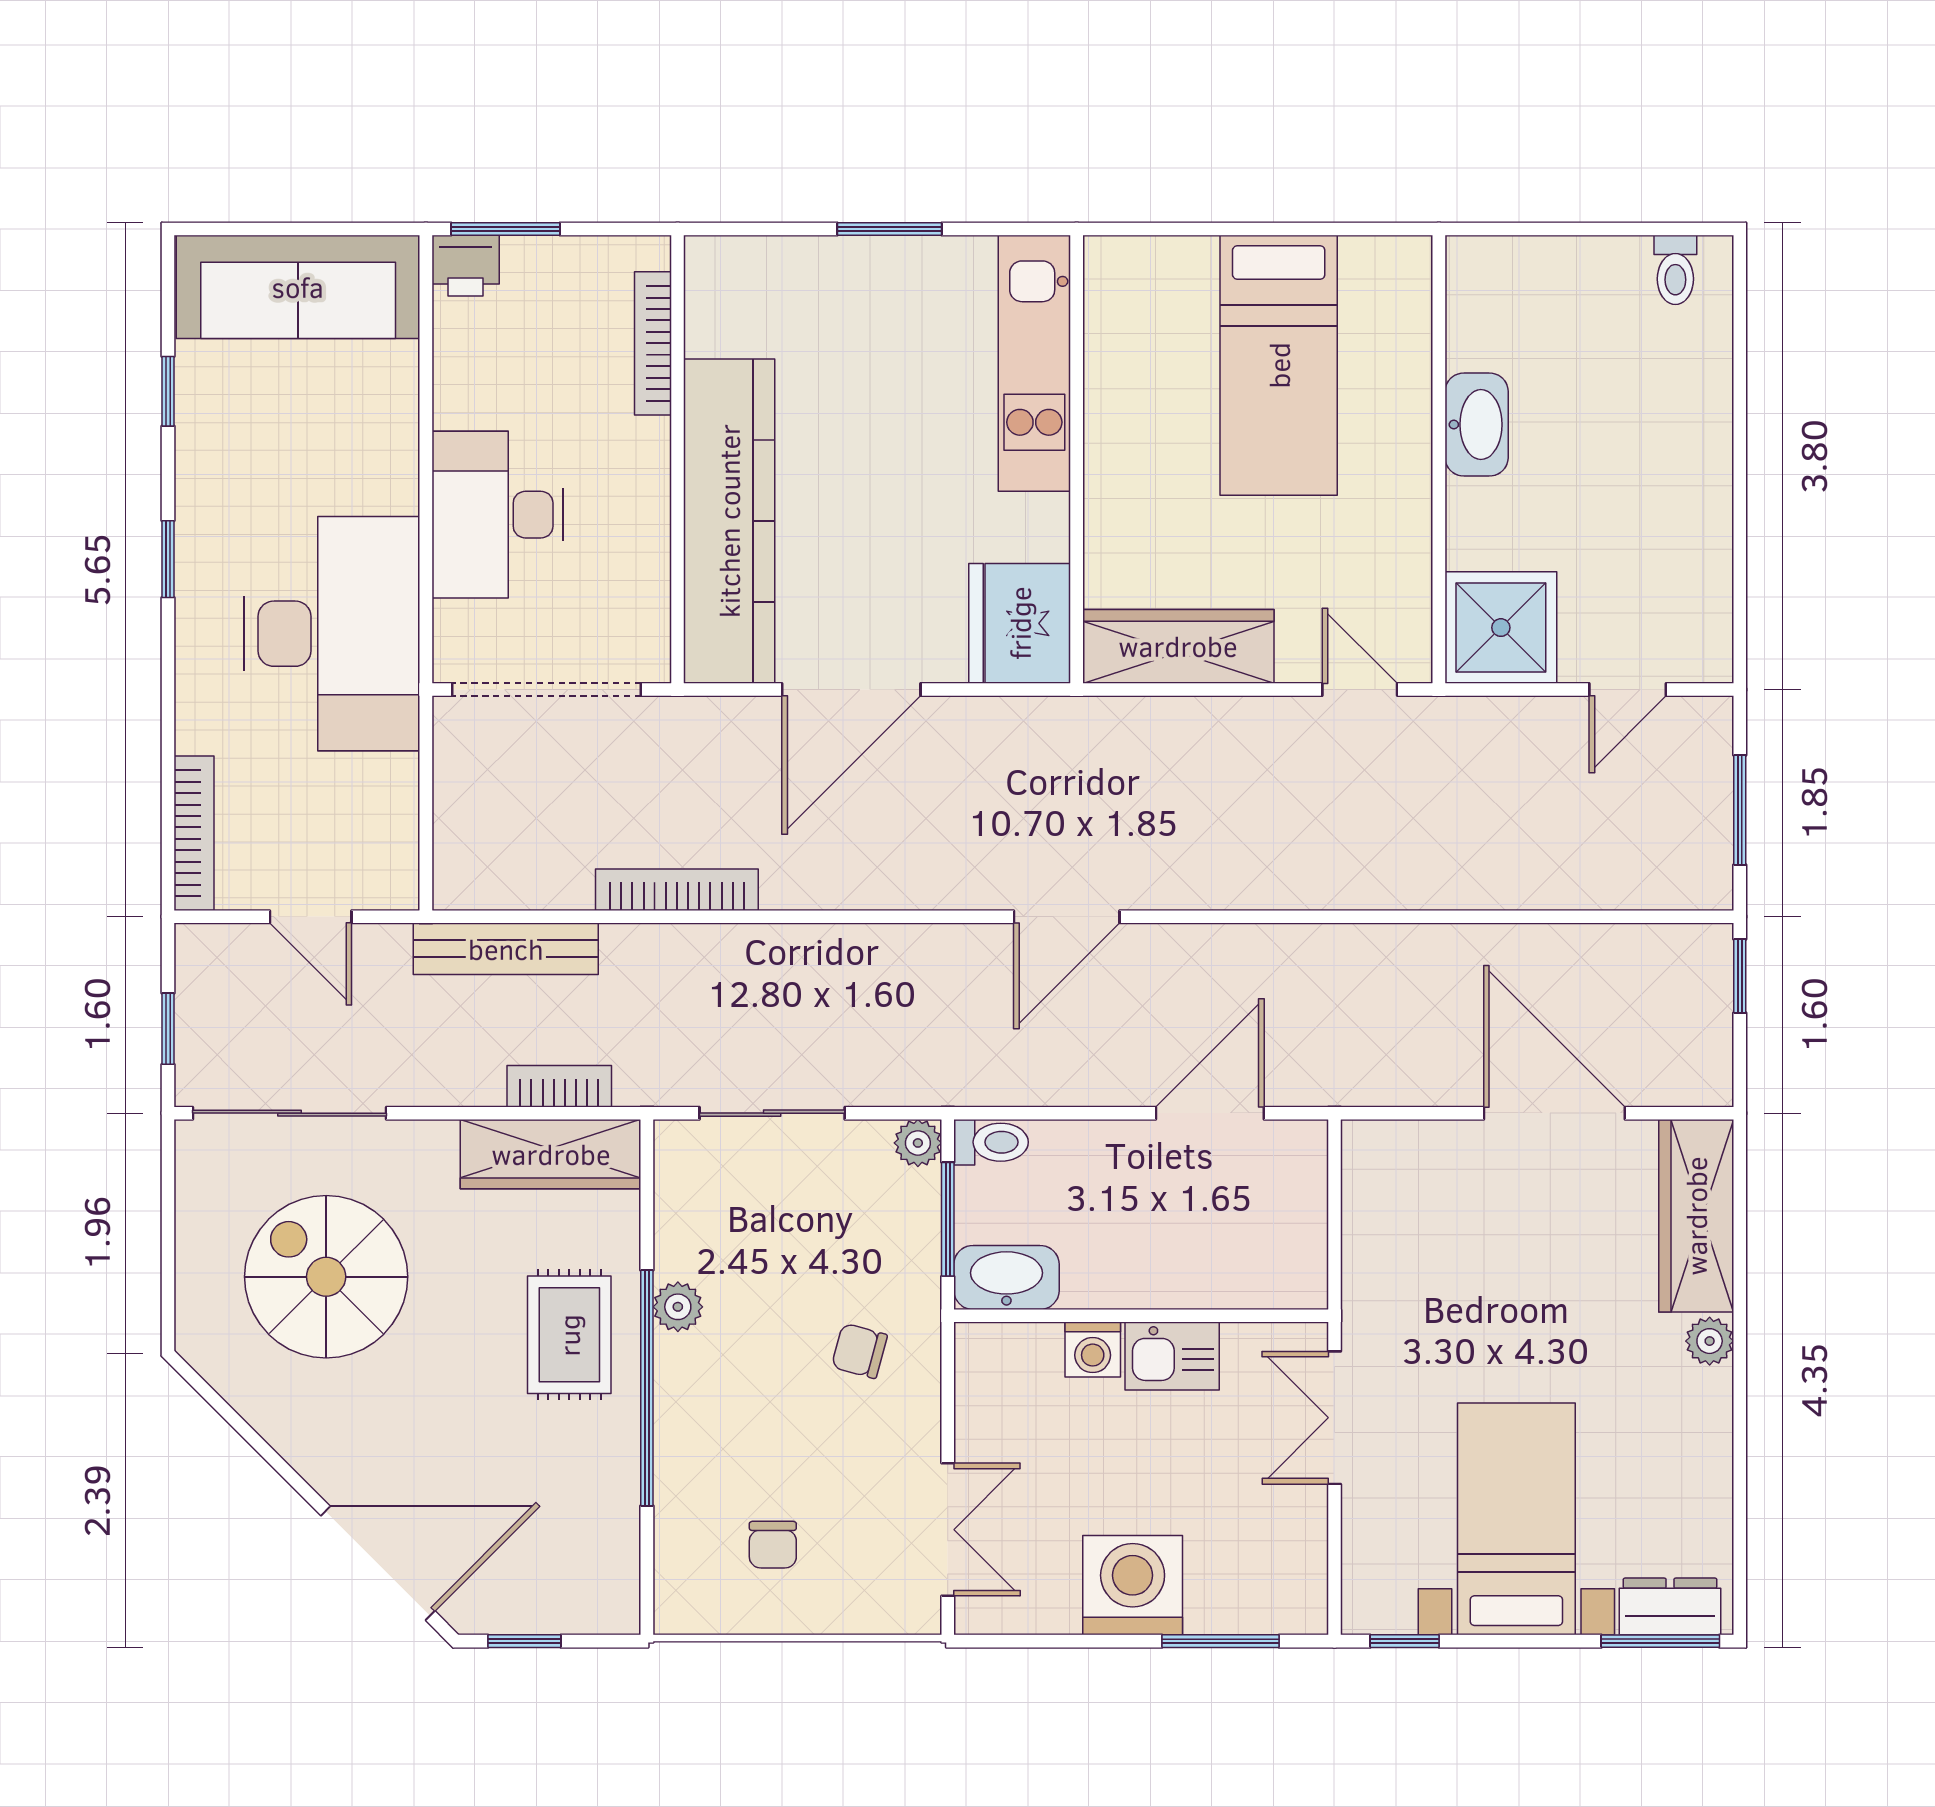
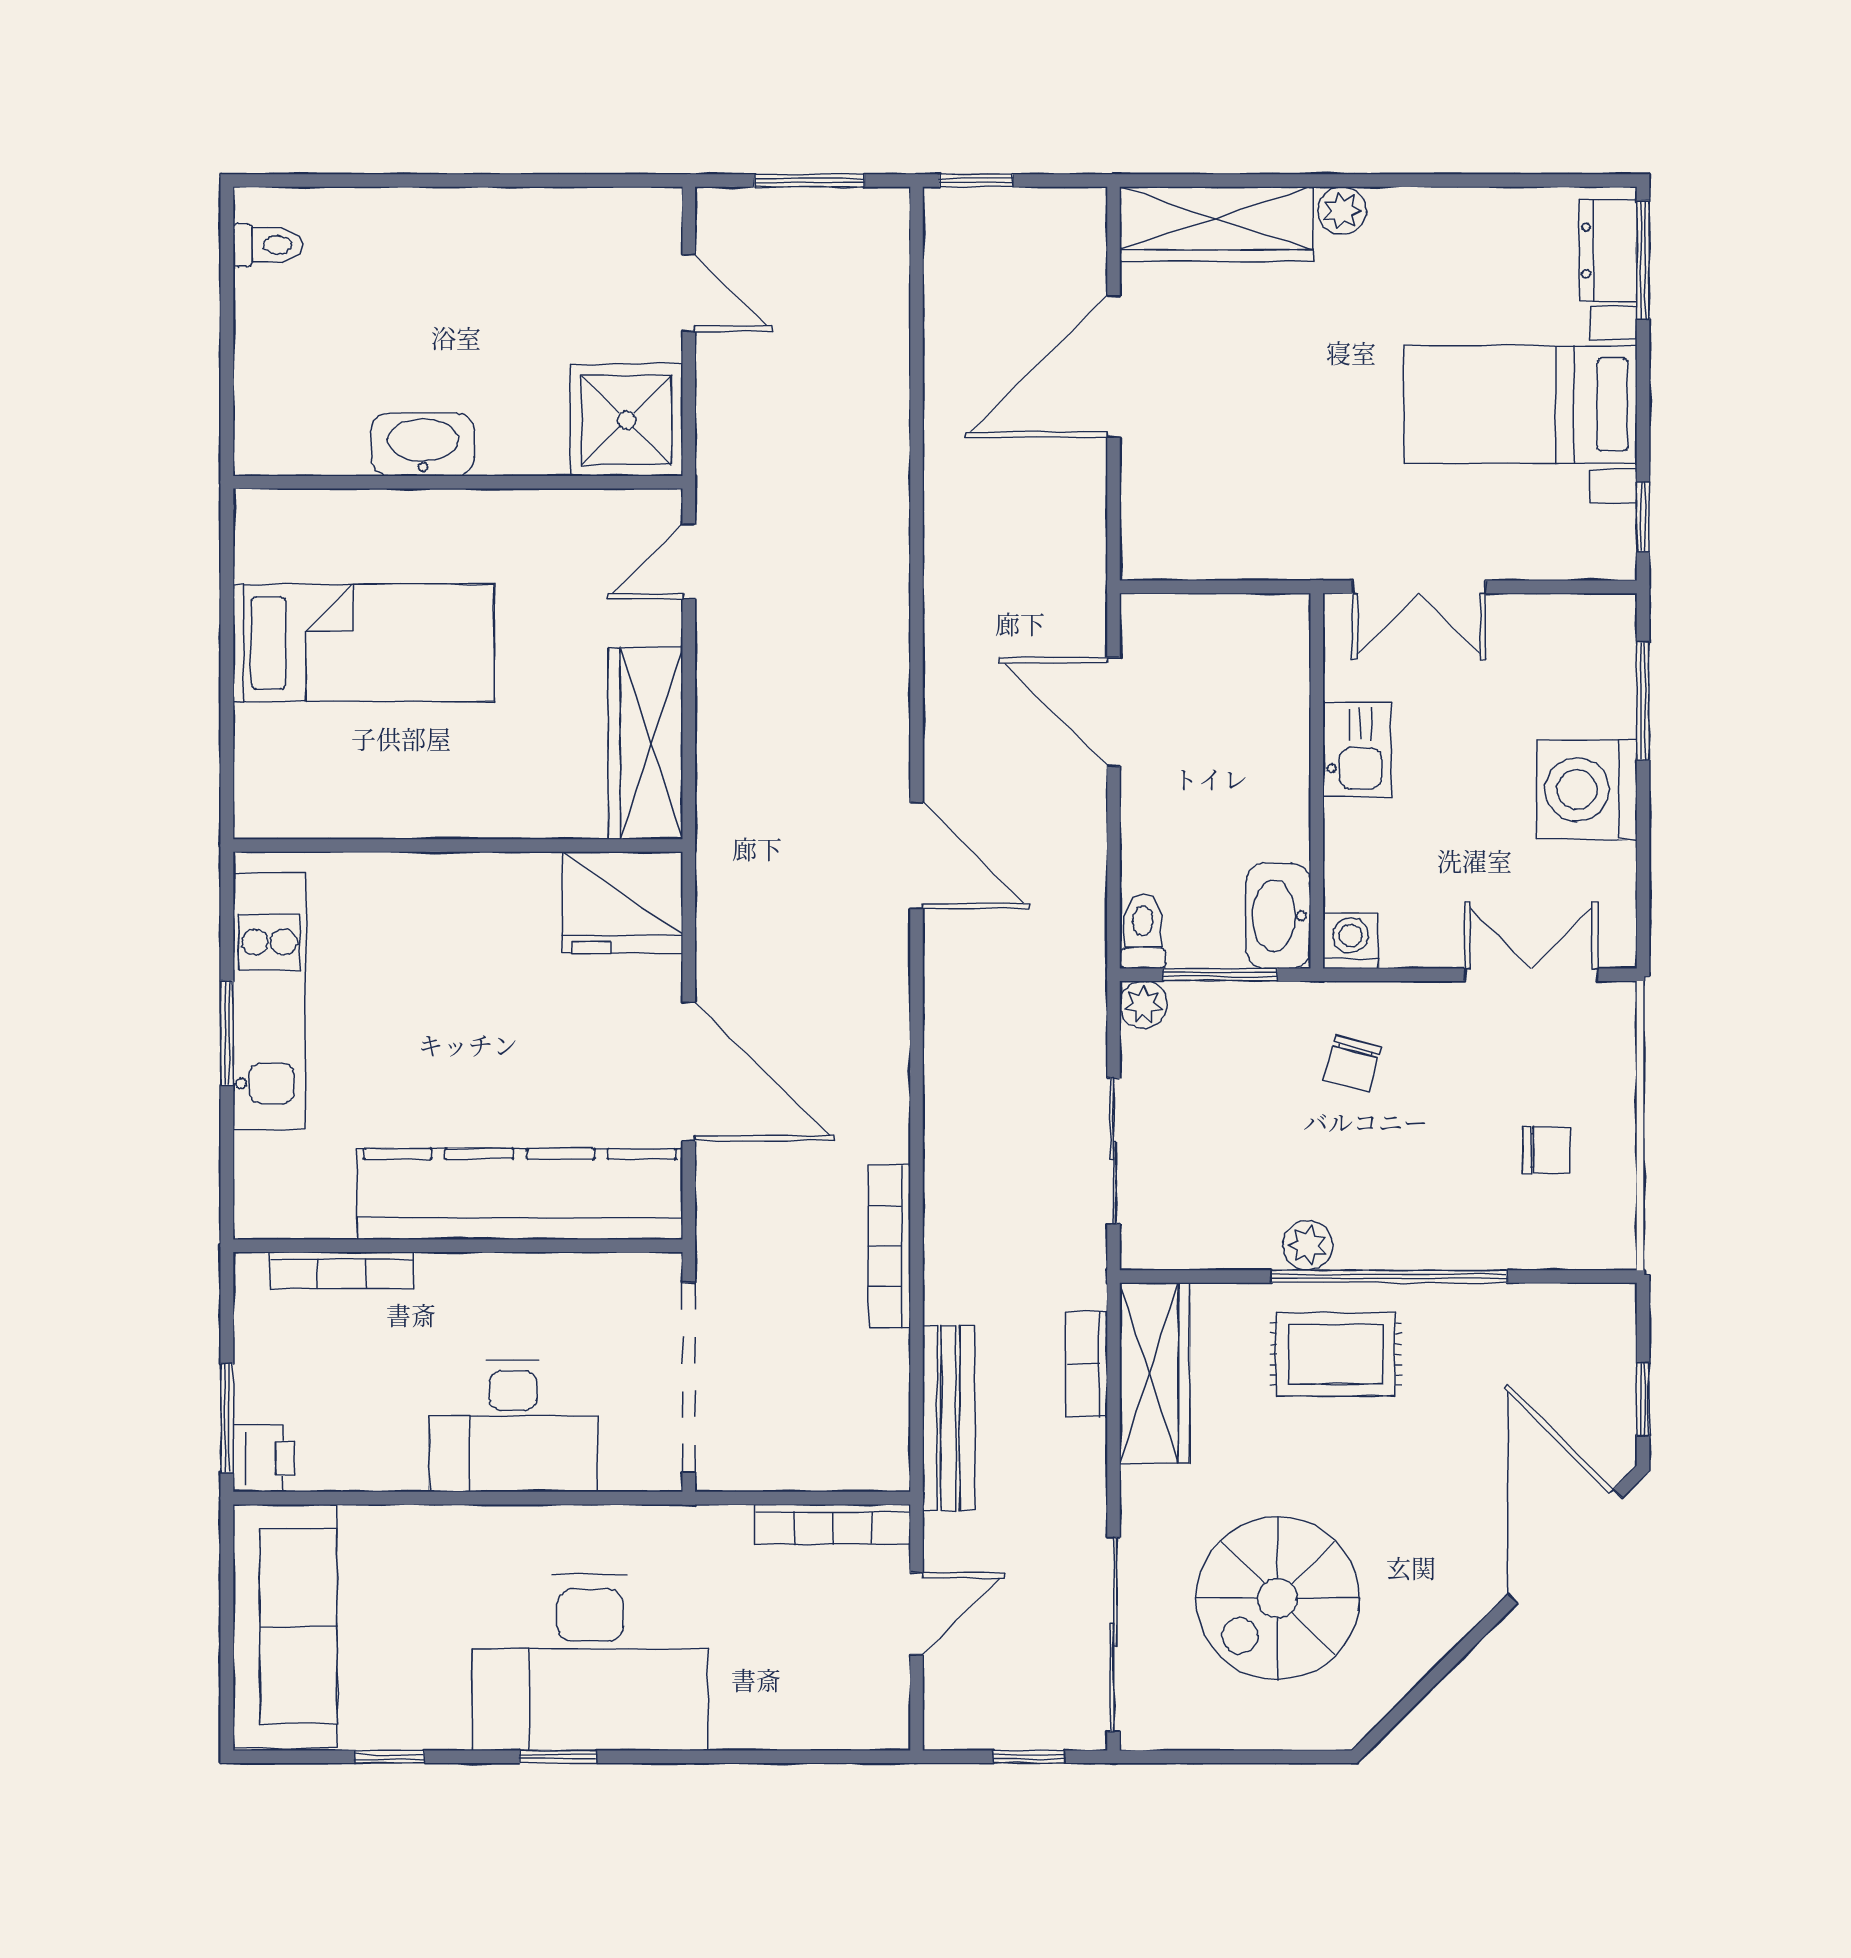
kitchen unit: (1034, 363) -> (269, 1001), moved, turned -90
desk: (332, 634) -> (590, 1663), moved, turned 180
bookcase: (194, 833) -> (833, 1524), moved, turned 180
washing machine: (1093, 1349) -> (1351, 941), moved, turned -90

